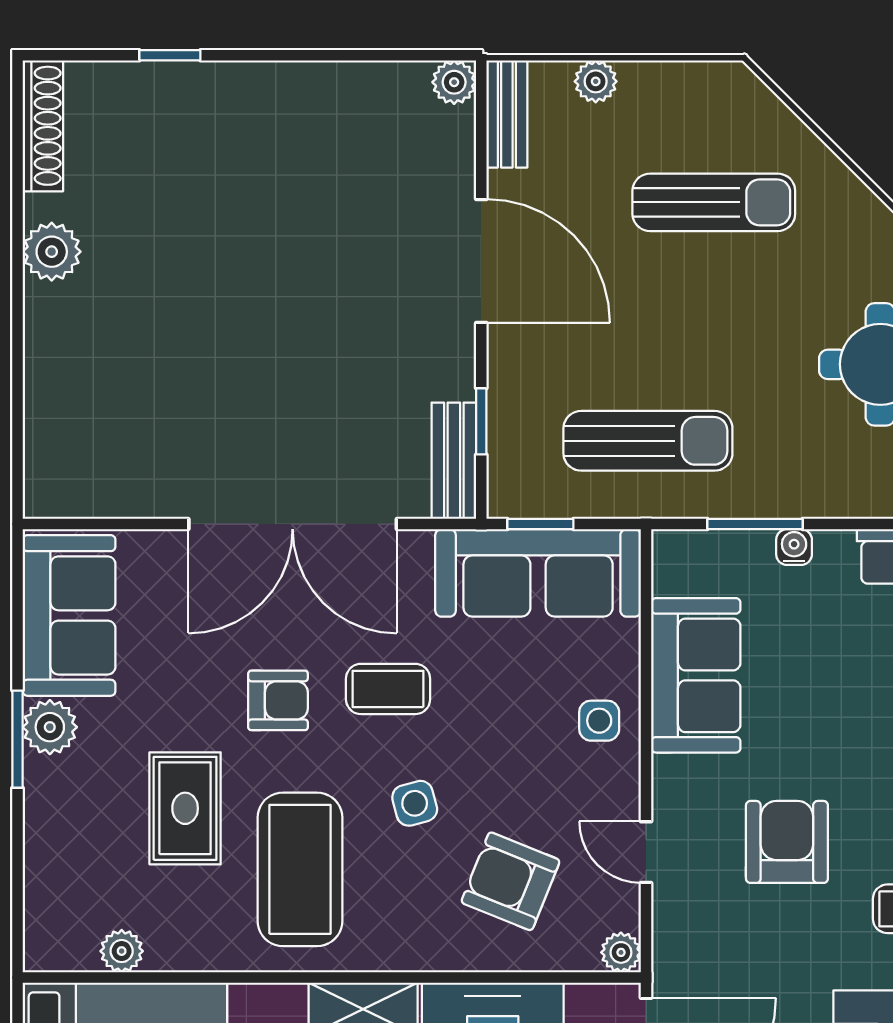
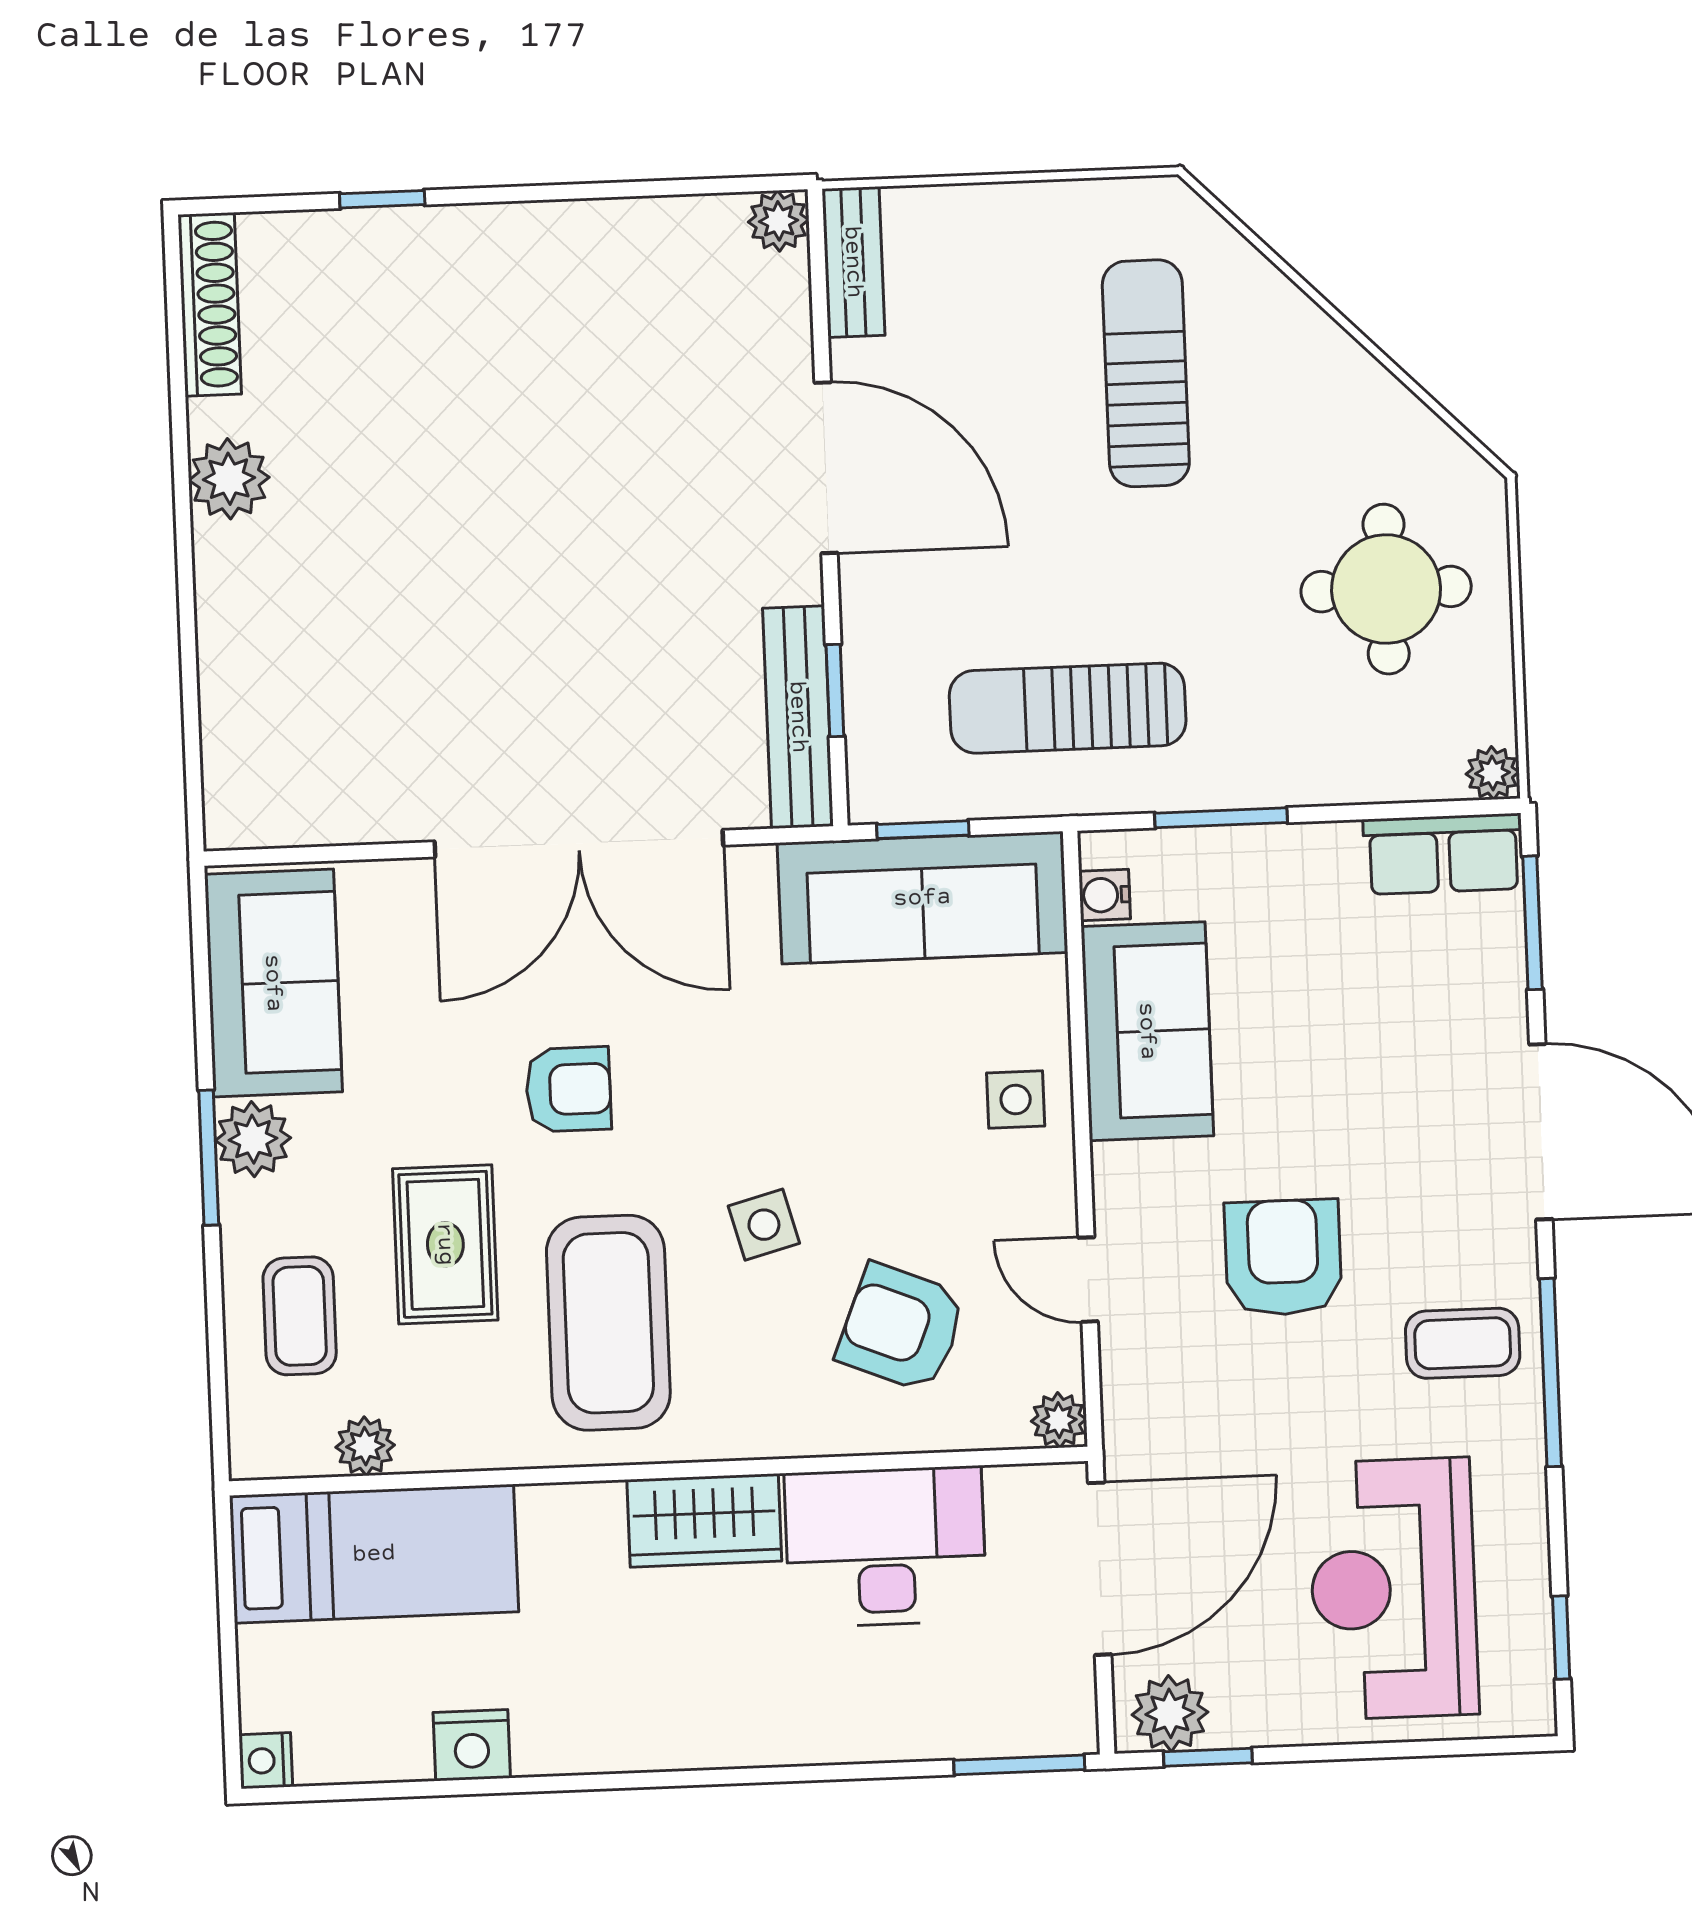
plant: (596, 81) -> (975, 212), removed
sun lounger: (714, 202) -> (1146, 373), turned -90
sun lounger: (648, 441) -> (1068, 708), turned 180
bench: (454, 461) -> (798, 717), width x1.36
water cooler: (794, 547) -> (1105, 895), moved, turned -90
coffee table: (388, 689) -> (300, 1316), moved, turned 90

